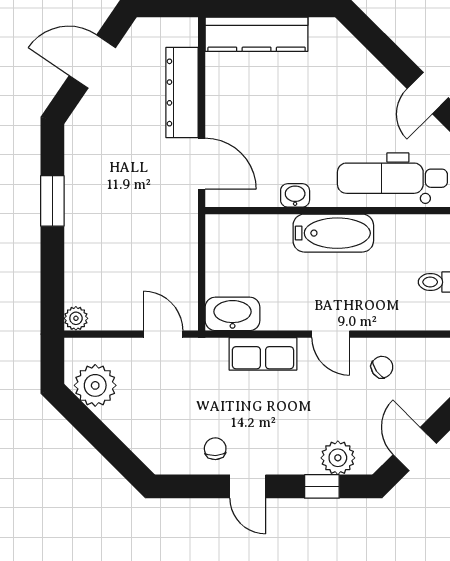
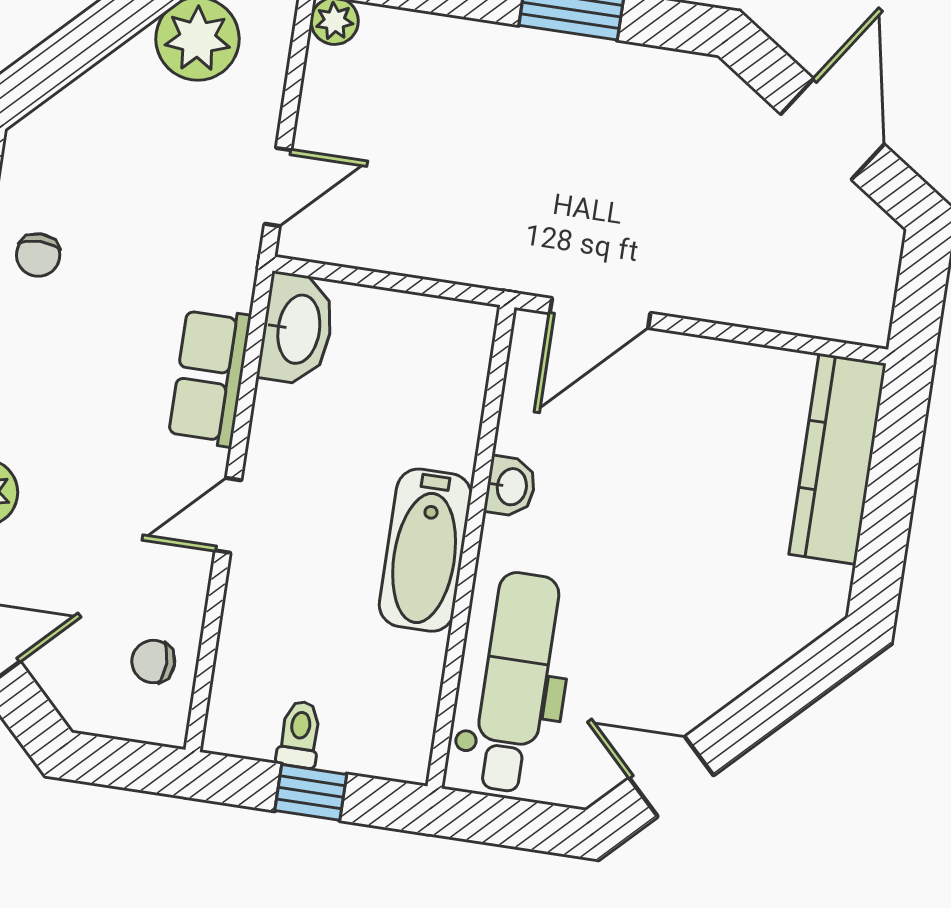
dresser: (182, 92) -> (745, 296), removed
chair: (382, 367) -> (153, 661), moved, turned 125
chair: (215, 449) -> (38, 255), turned 93

